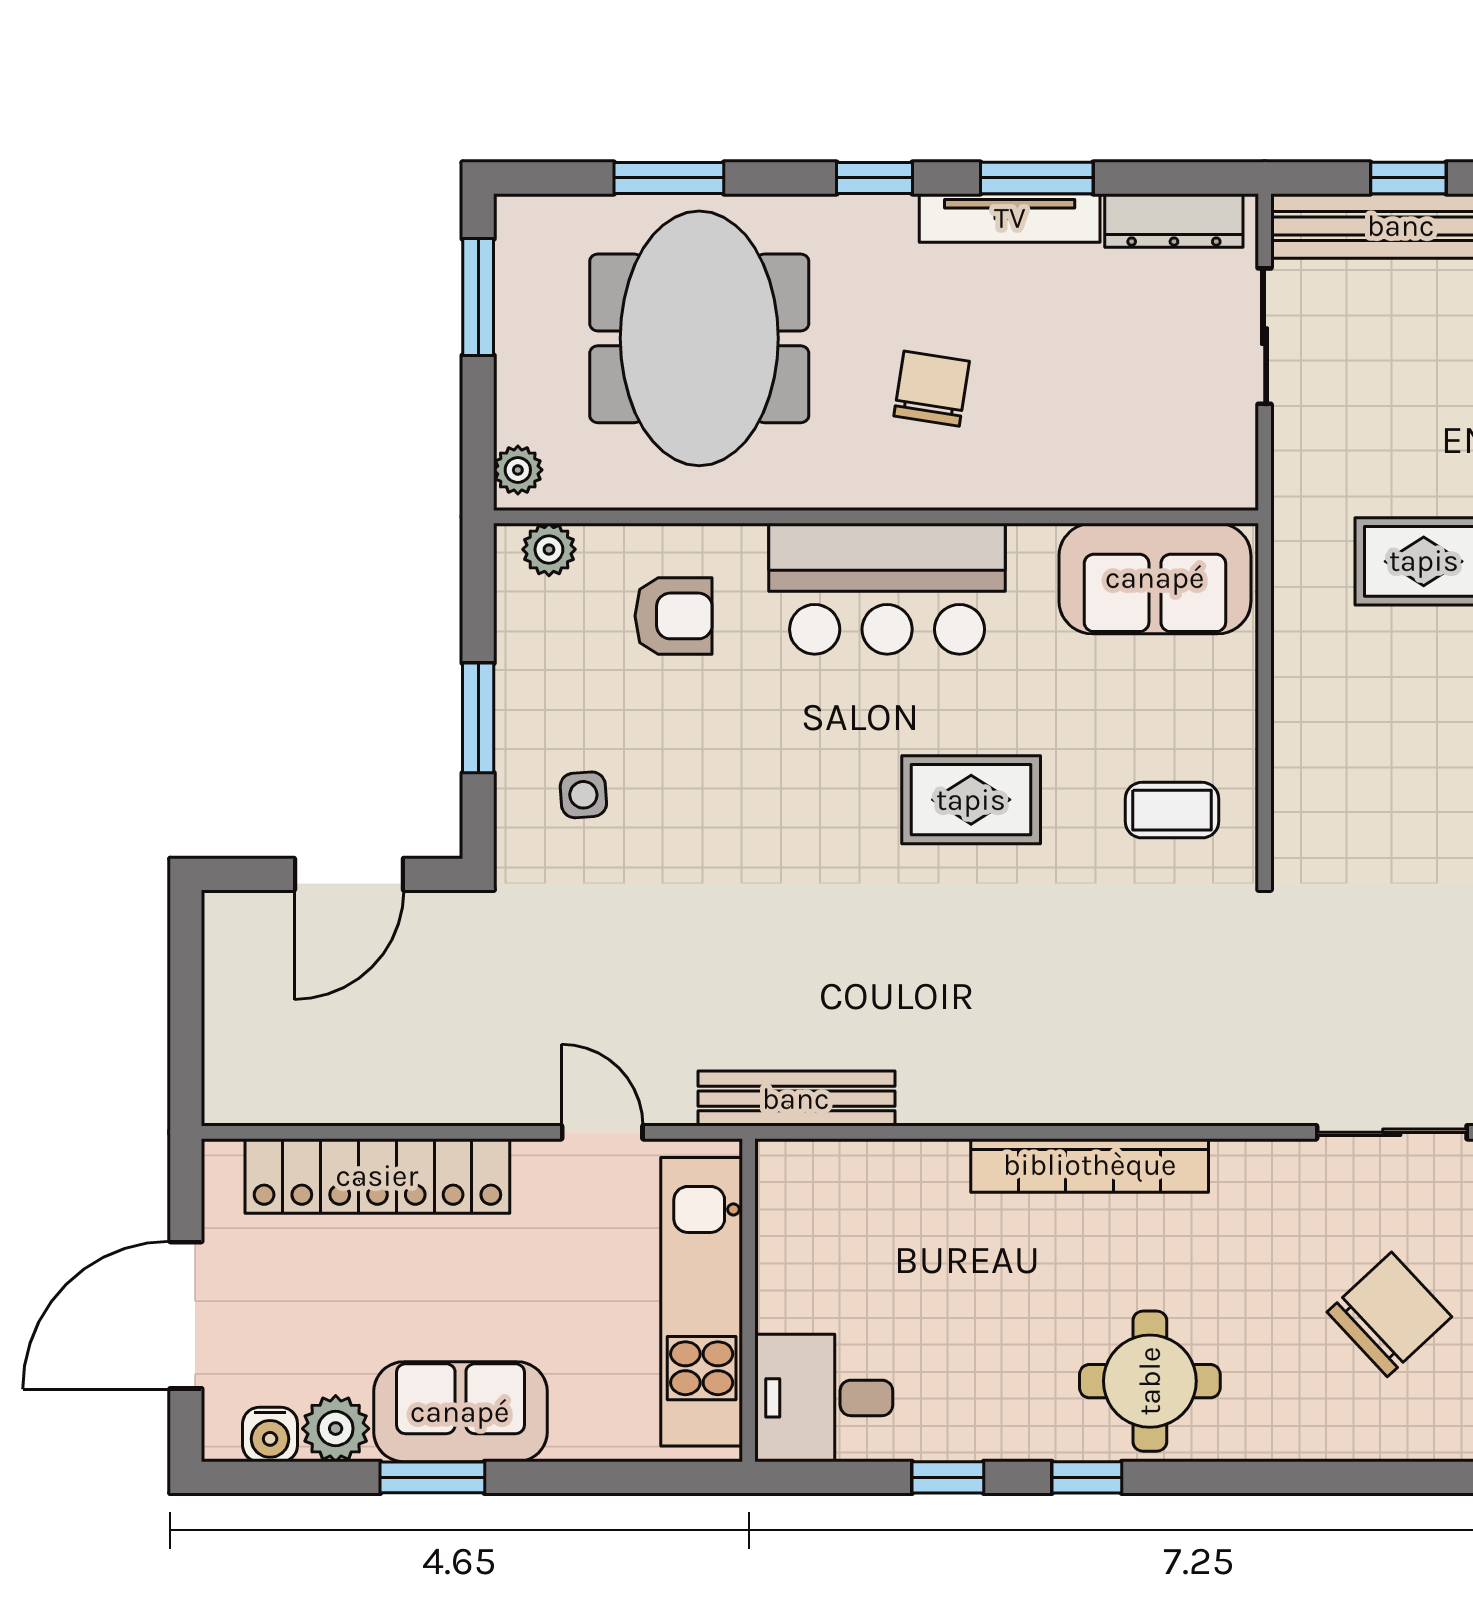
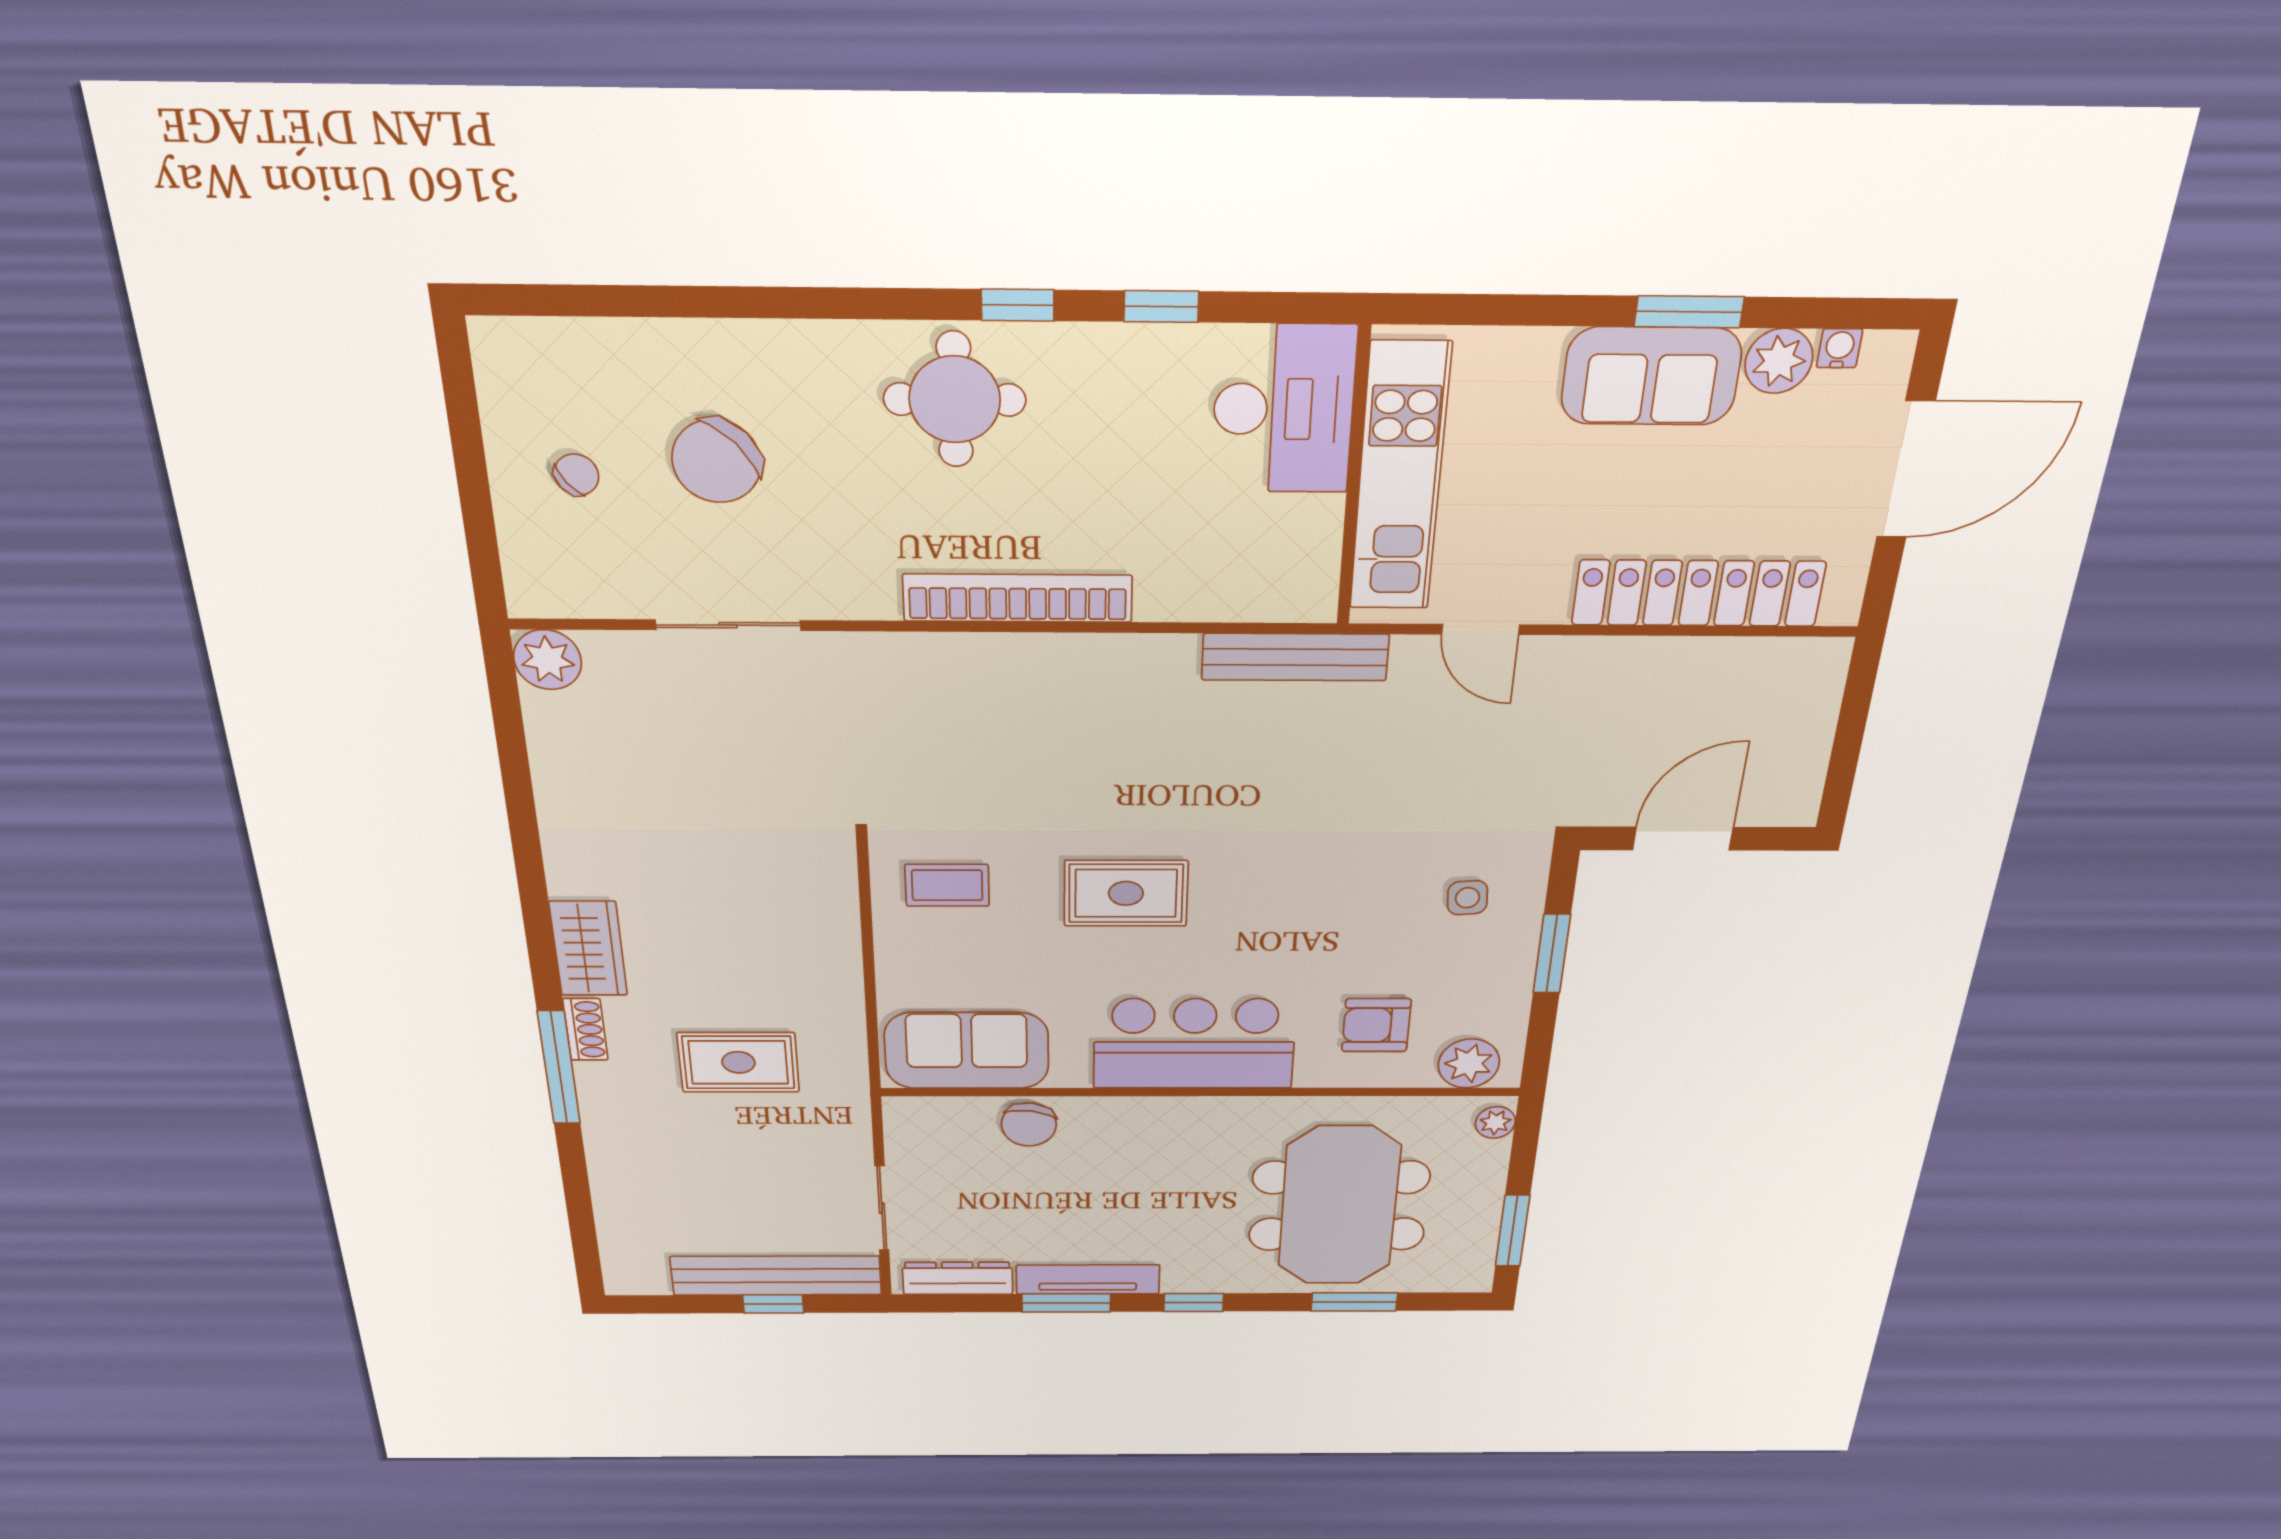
chair: (932, 389) -> (1029, 1124), moved
plant: (549, 549) -> (1469, 1063), width x1.38, depth x1.38
desk: (824, 1398) -> (1283, 409), width x1.37
water cooler: (270, 1435) -> (1839, 348), width x0.72, depth x0.72

